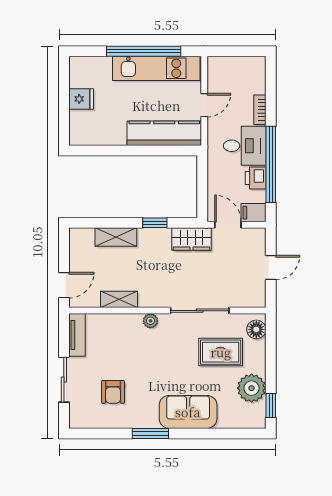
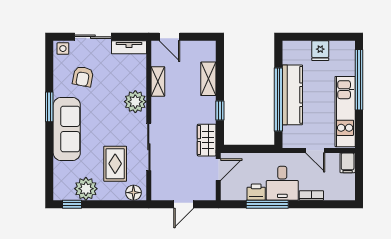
window: (144, 51) -> (359, 80), moved
kitchen counter: (164, 133) -> (292, 95), moved
window: (141, 151) -> (278, 99), added
window: (271, 164) -> (267, 204), width x0.68
filing cabinet: (253, 213) -> (348, 163), moved, turned 180
door: (271, 267) -> (184, 204), hinge flipped
plant: (150, 321) -> (135, 102), width x1.87, depth x1.87
armchair: (113, 392) -> (83, 77), turned -79
sofa: (188, 412) -> (67, 129), width x1.36
side table: (78, 417) -> (63, 49), added

